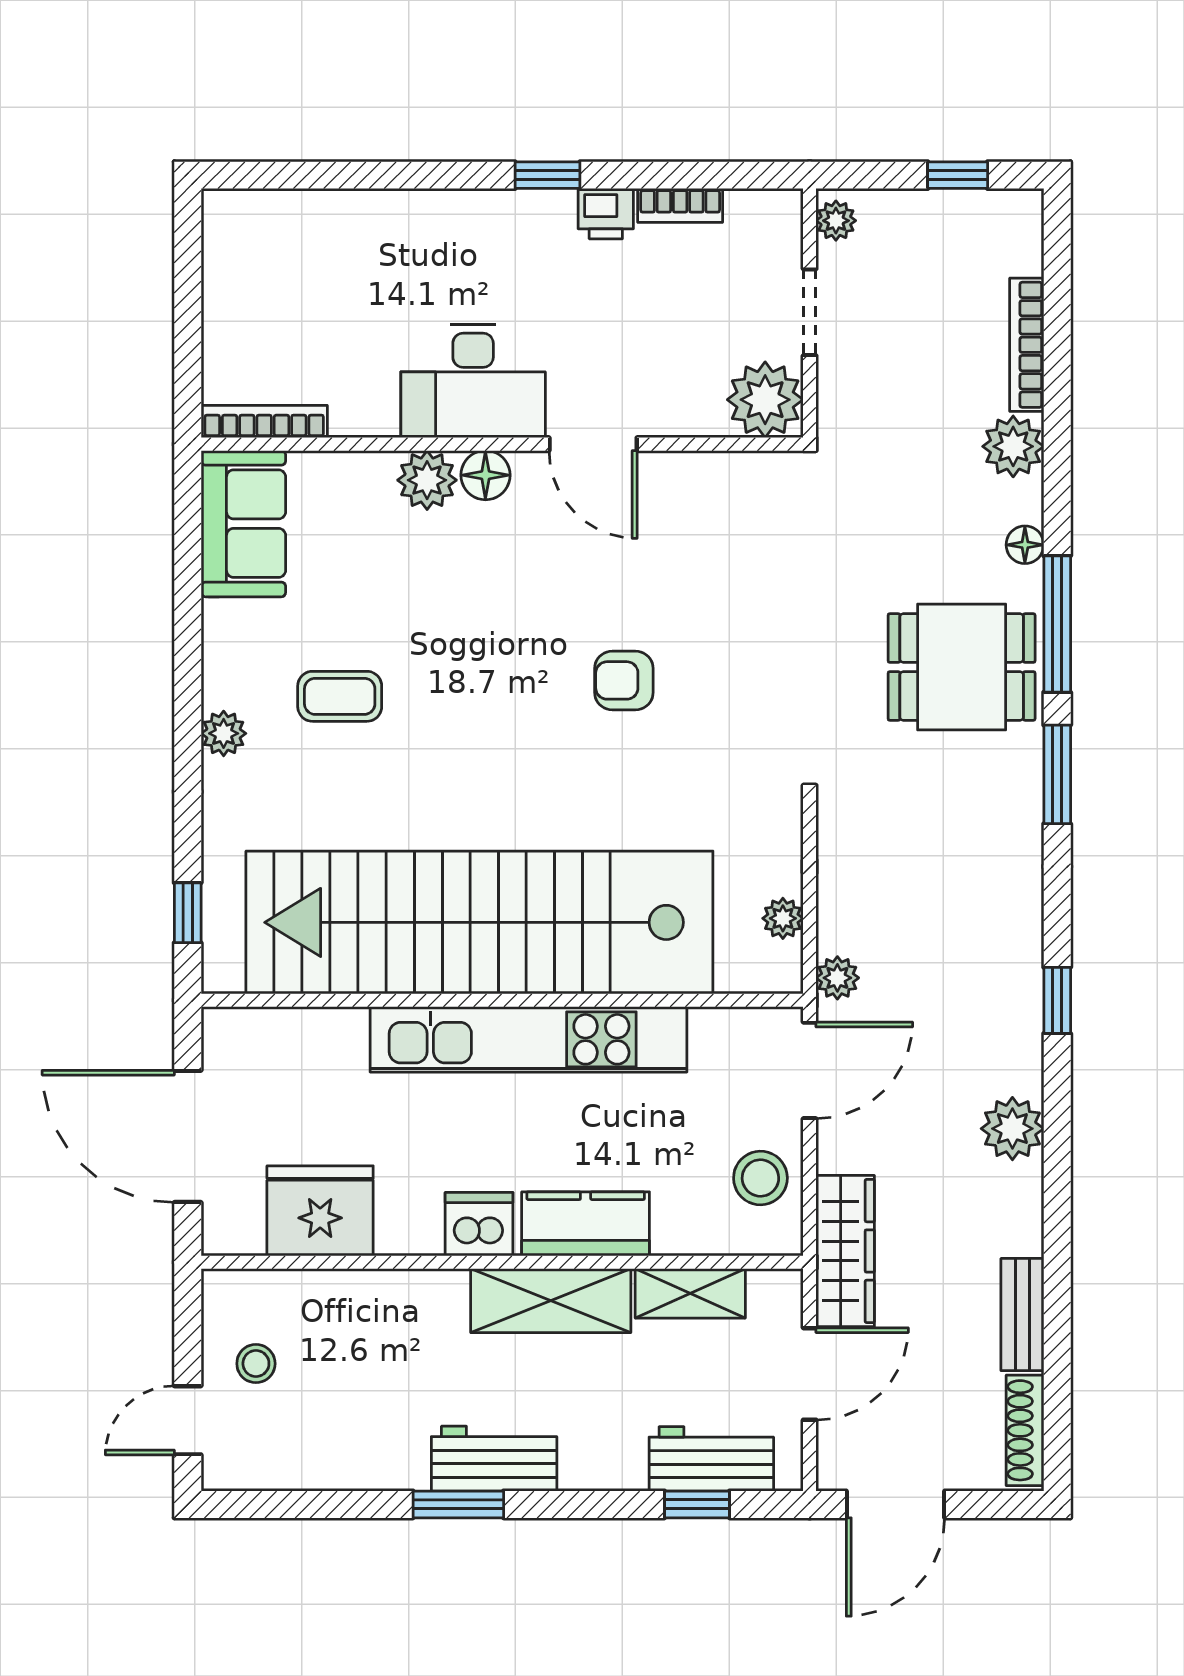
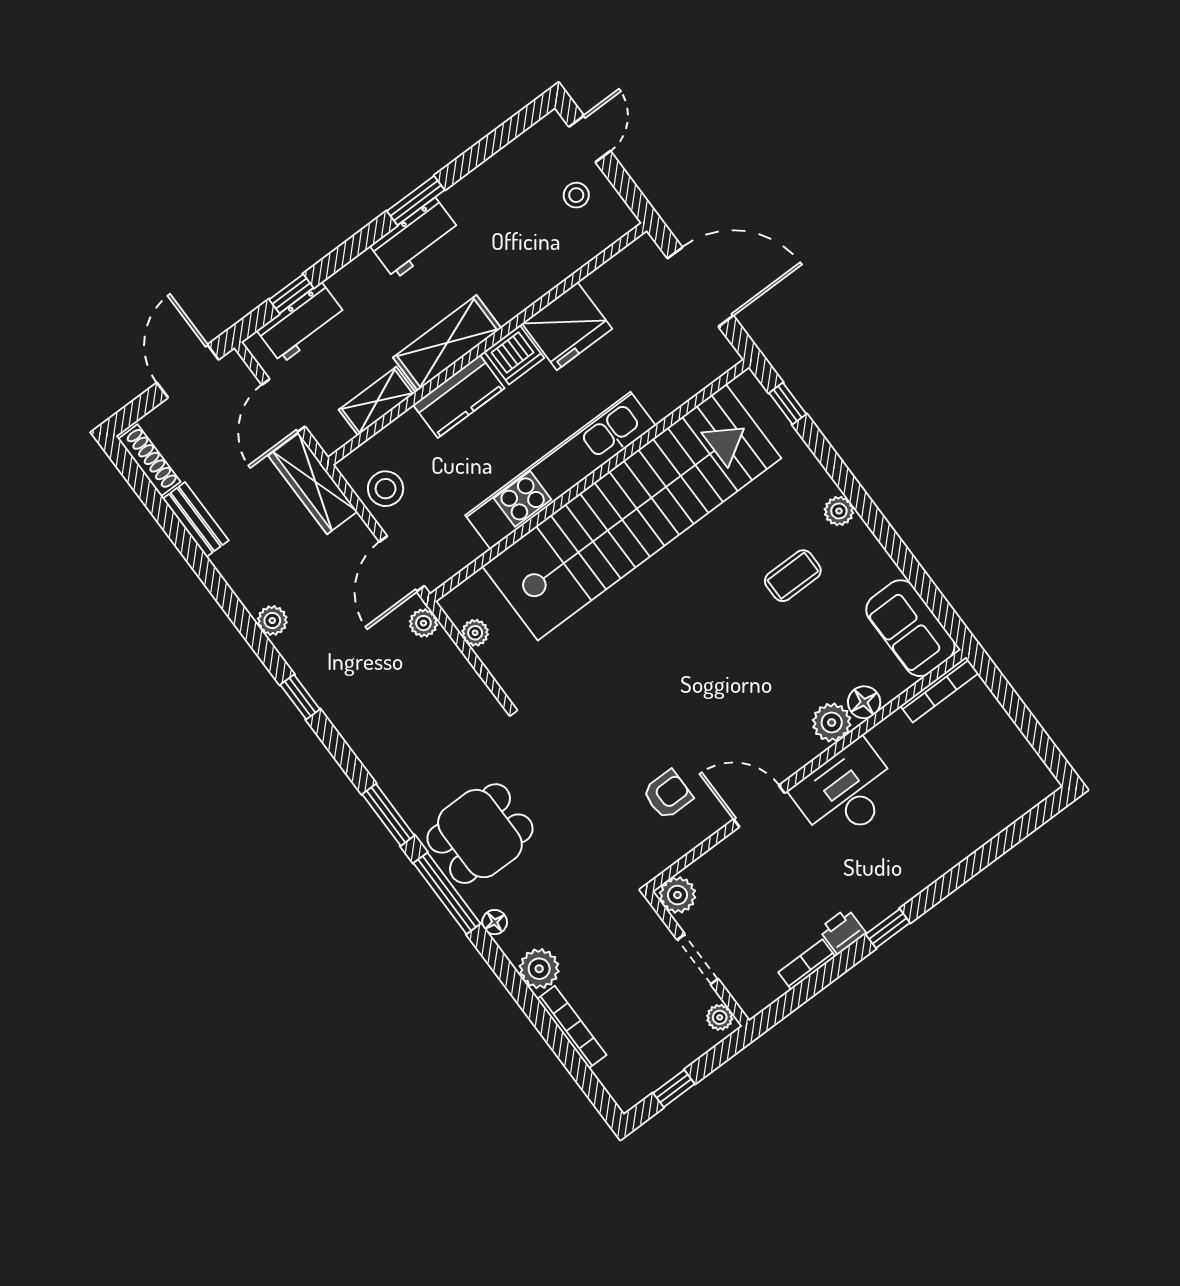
plant: (765, 400) -> (677, 895), width x0.73, depth x0.73
floor lamp: (485, 475) -> (864, 702), moved
armchair: (624, 680) -> (668, 795), moved
plant: (1012, 1129) -> (272, 621), width x0.73, depth x0.73
fridge: (320, 1211) -> (567, 326), moved

